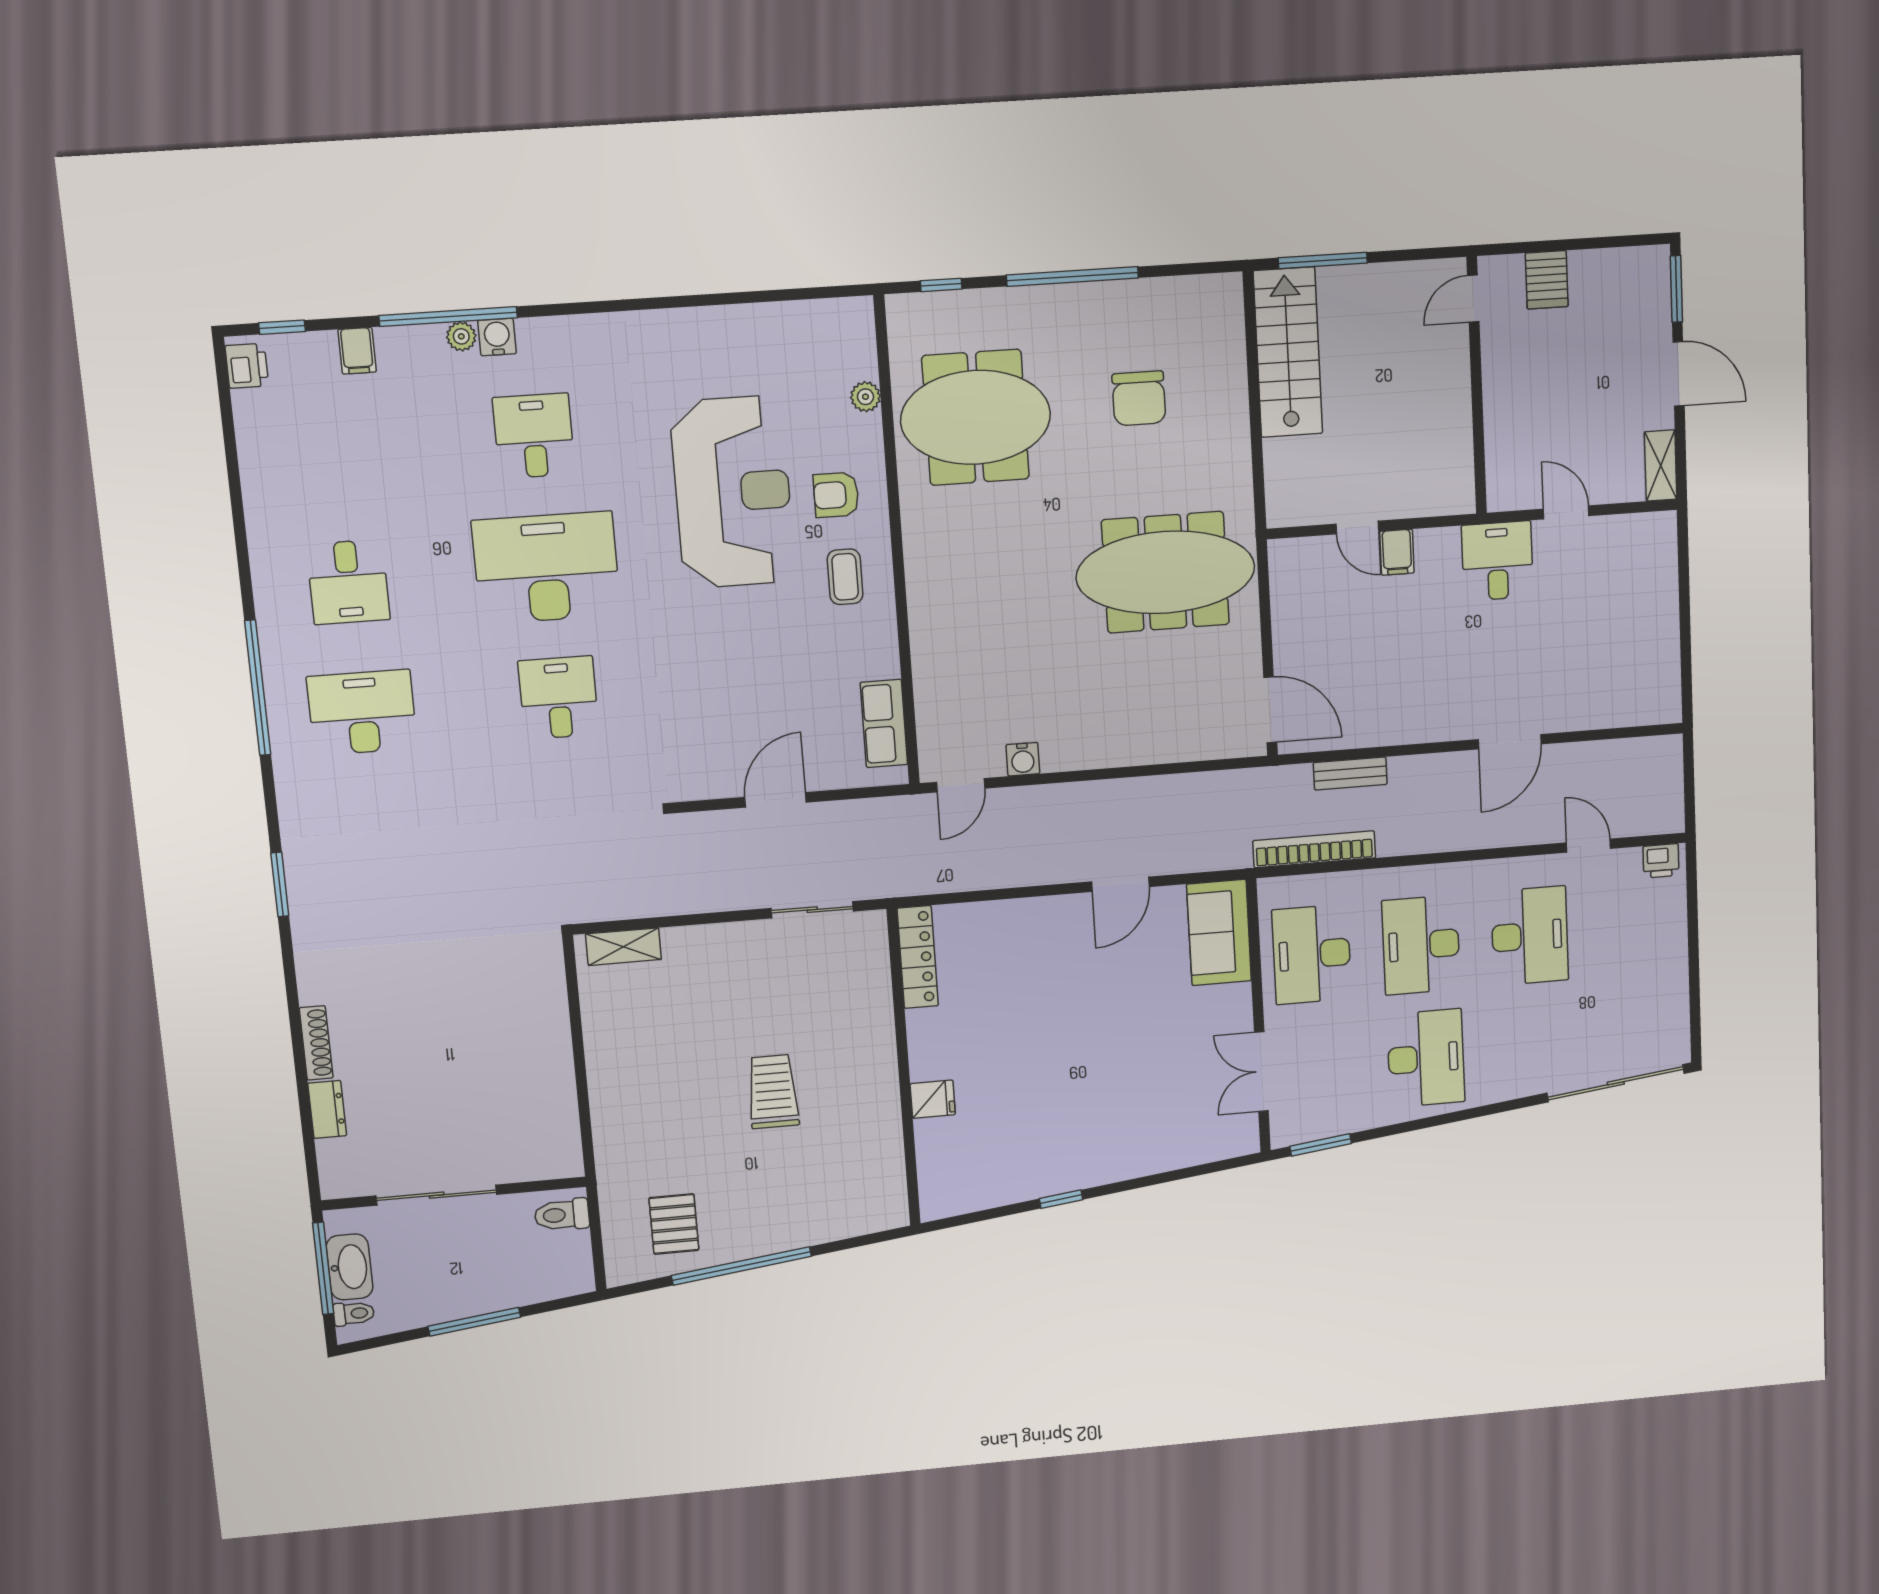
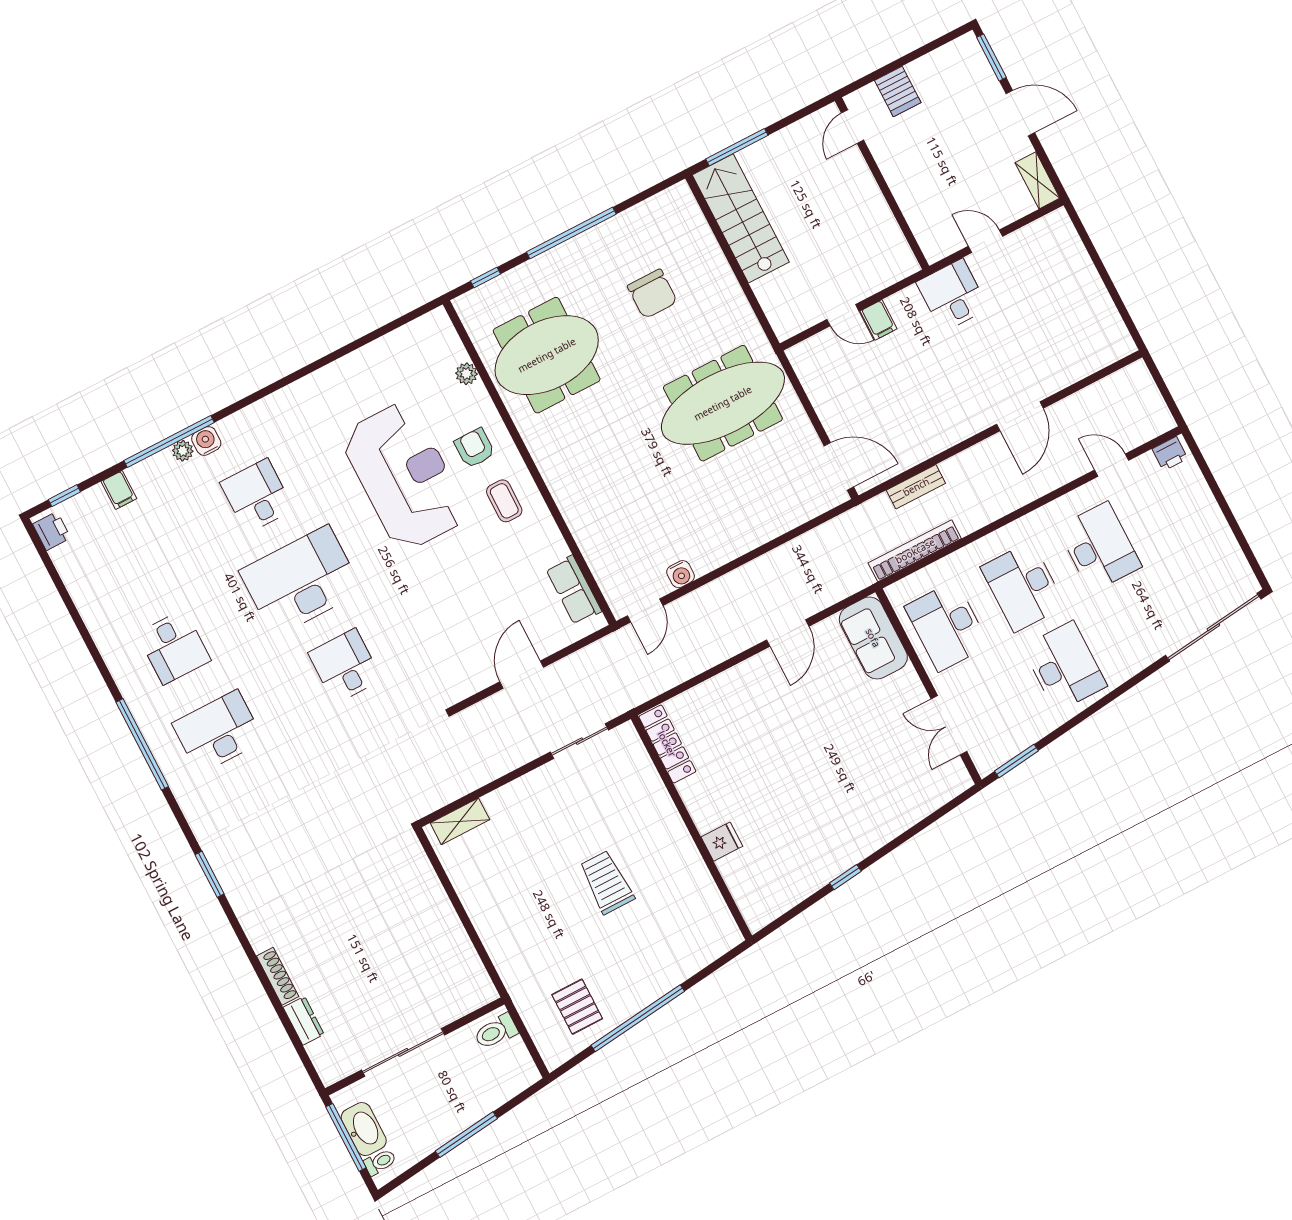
armchair: (836, 495) -> (475, 448), turned 90

